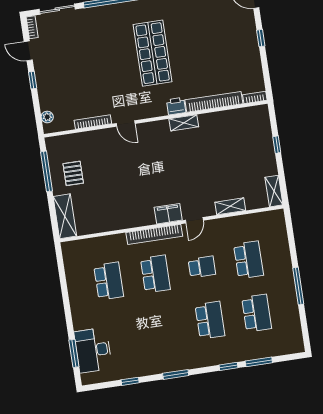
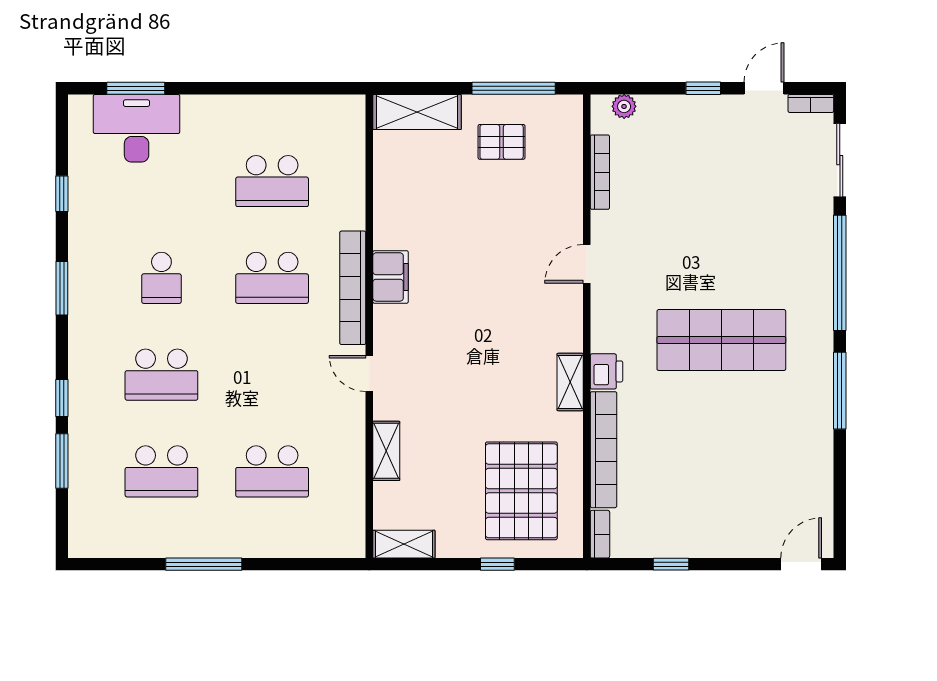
window: (261, 38) -> (671, 564), moved
bookcase: (93, 122) -> (600, 172), moved
pallet: (240, 138) -> (521, 491), added
filing cabinet: (168, 214) -> (391, 277), moved
school desk: (202, 267) -> (161, 278), moved

